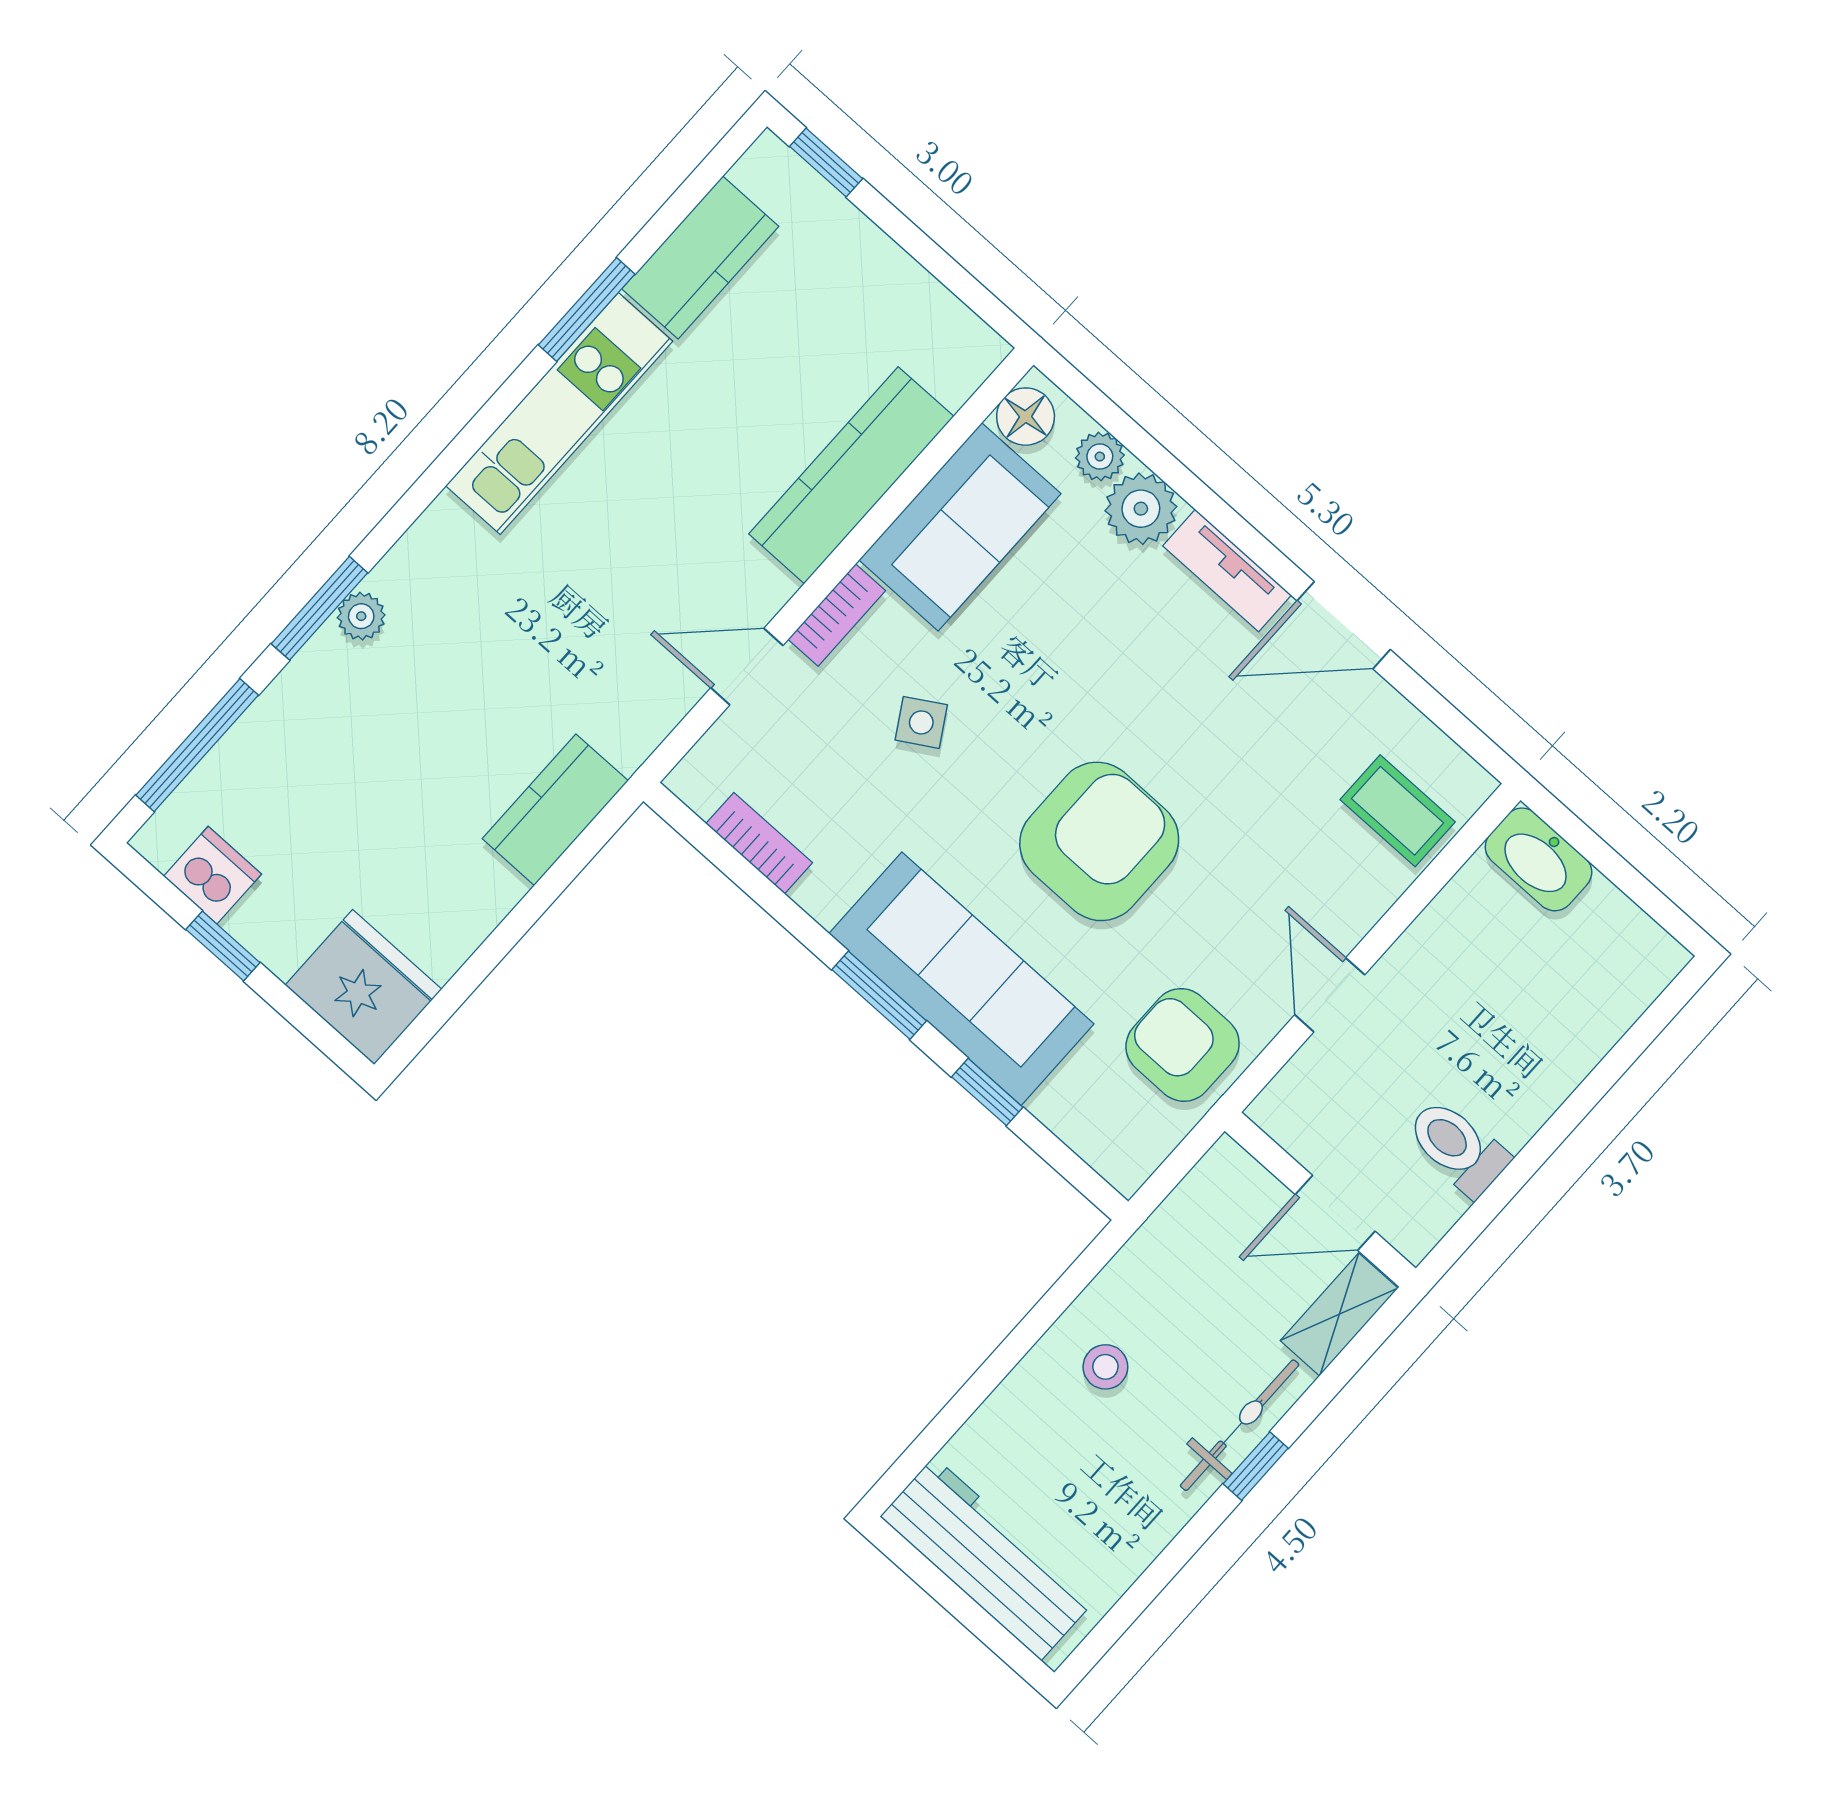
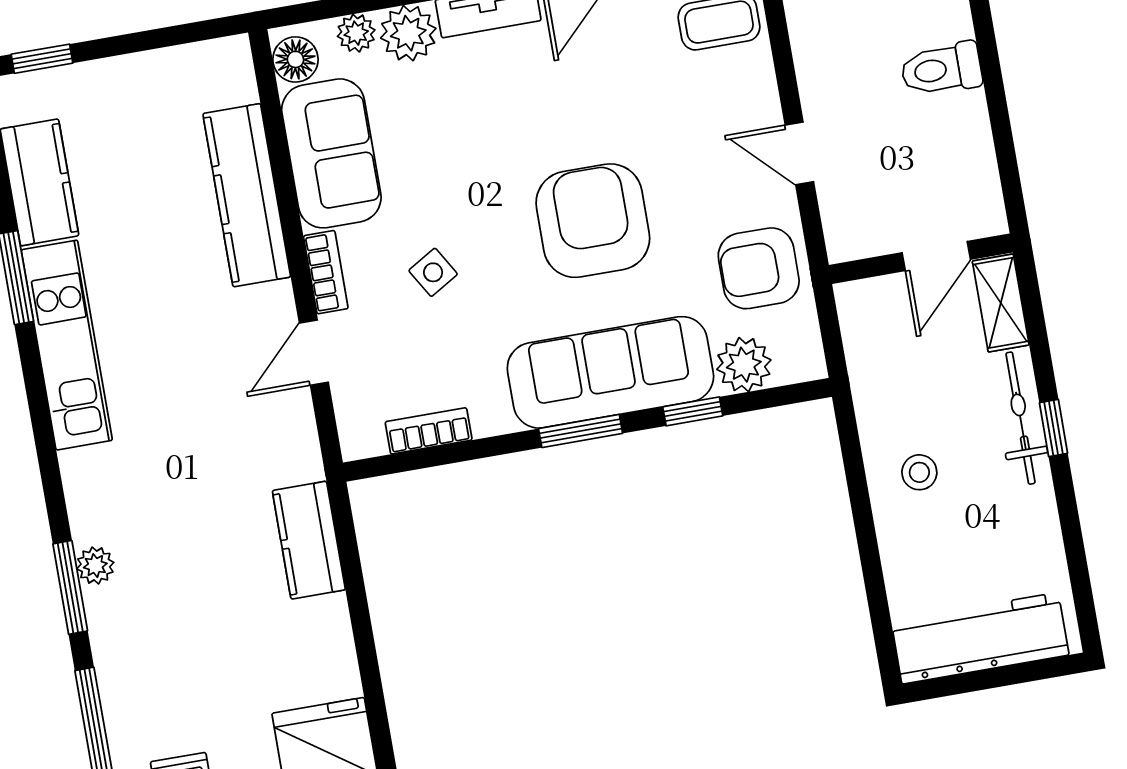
plant: (1074, 1106) -> (744, 365), added
toilet: (1457, 1147) -> (941, 69), moved

